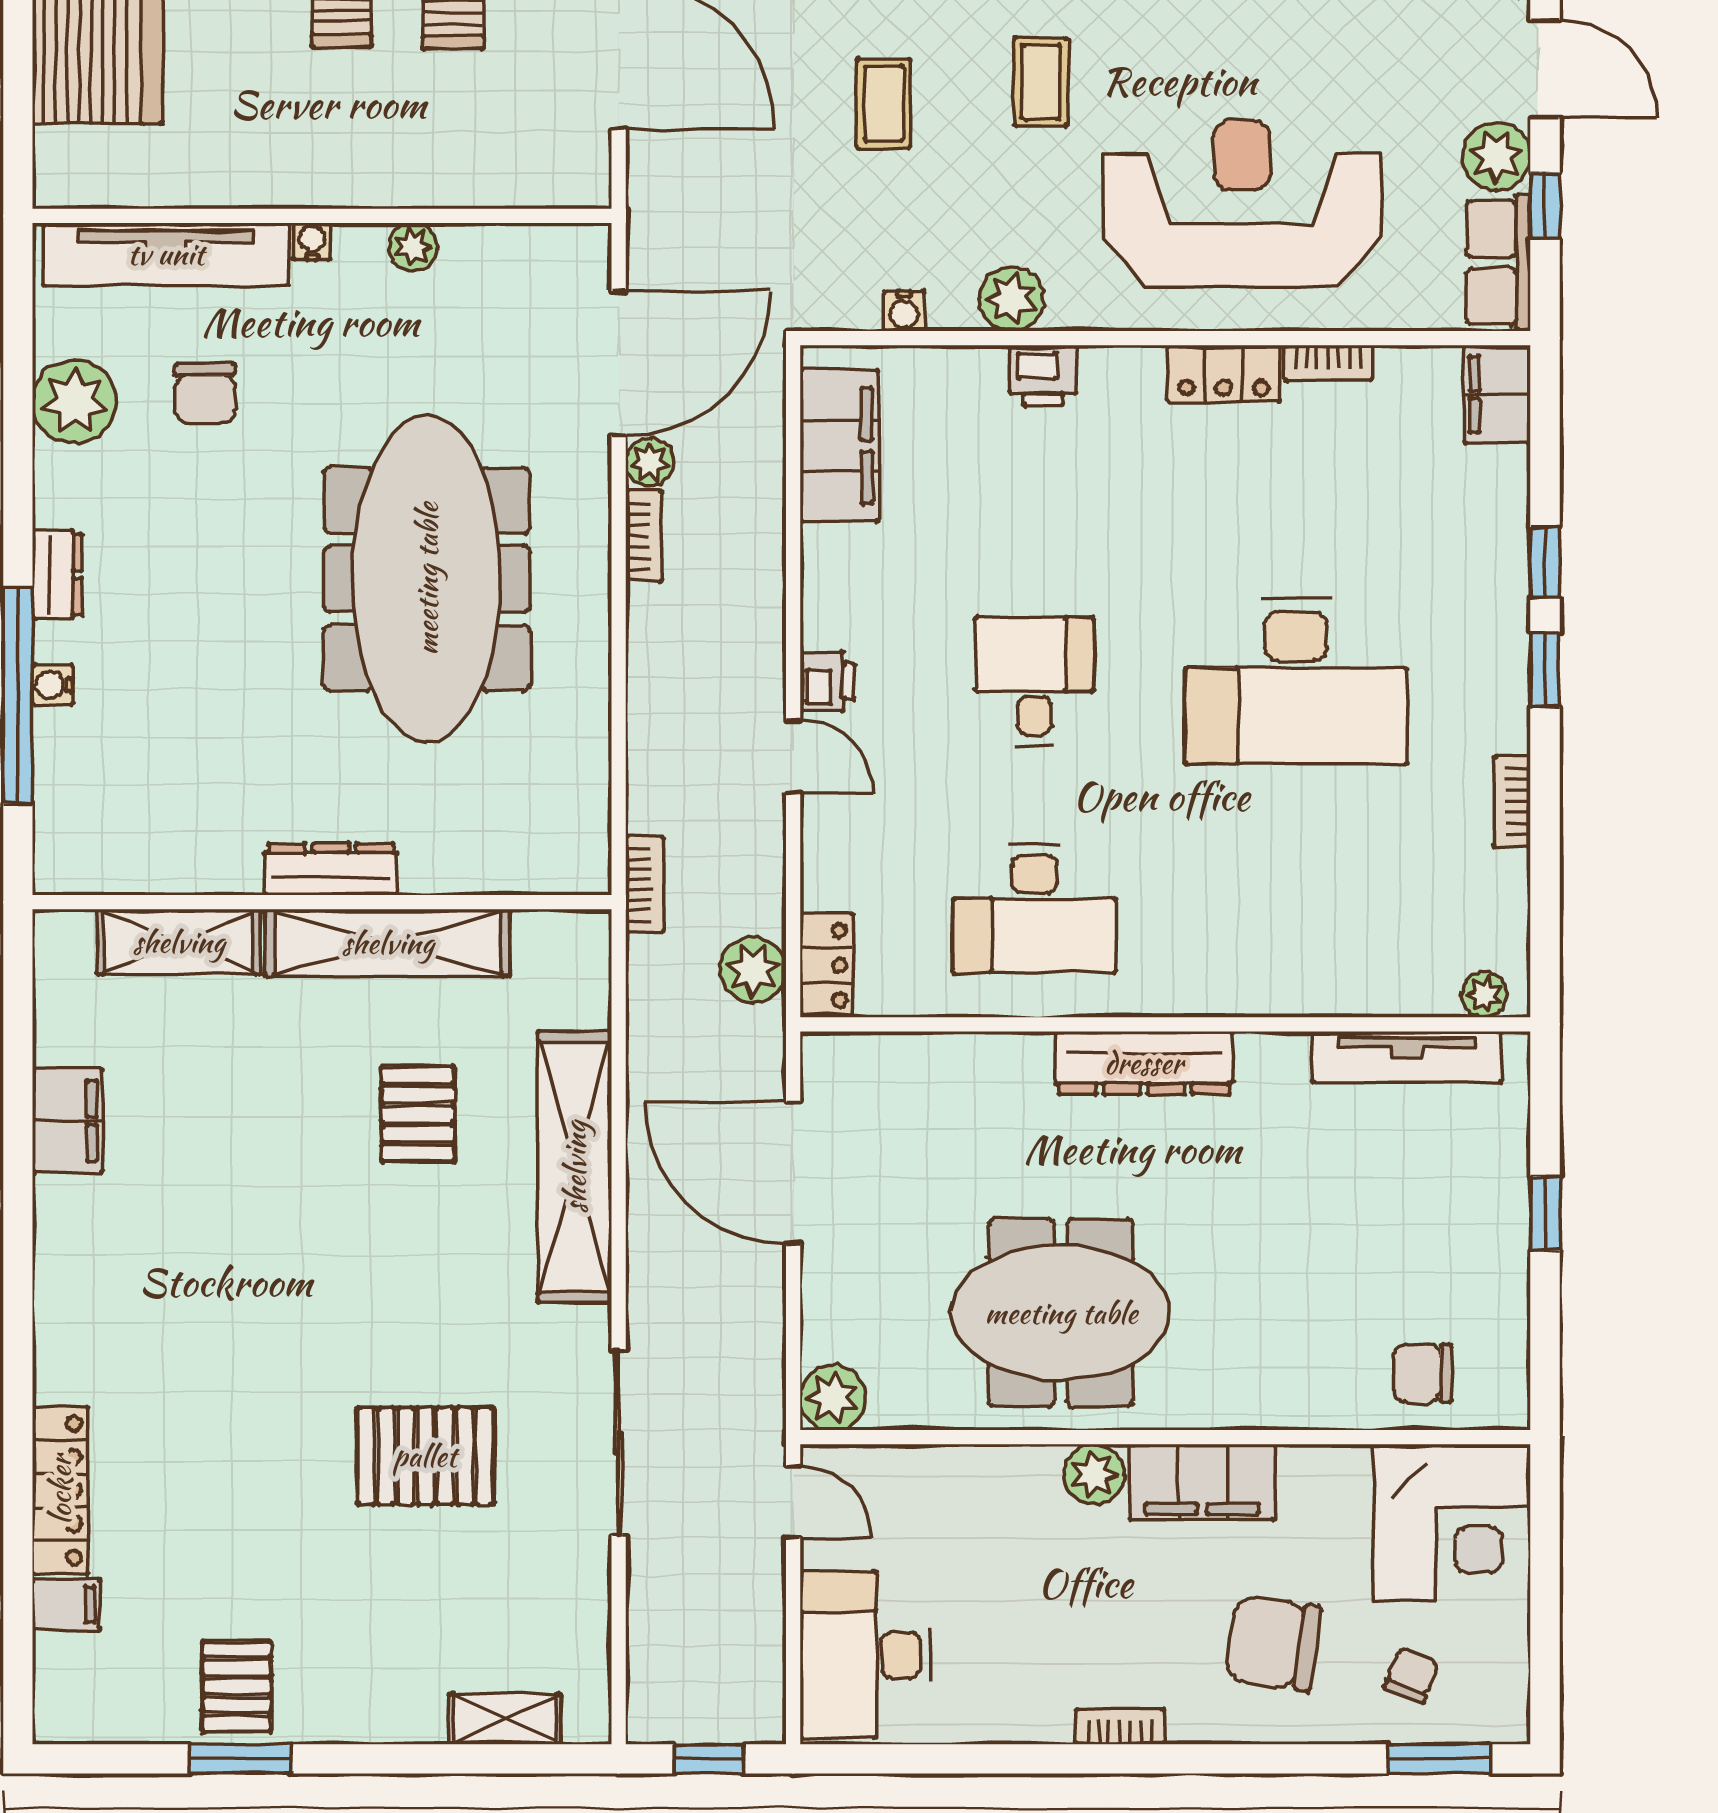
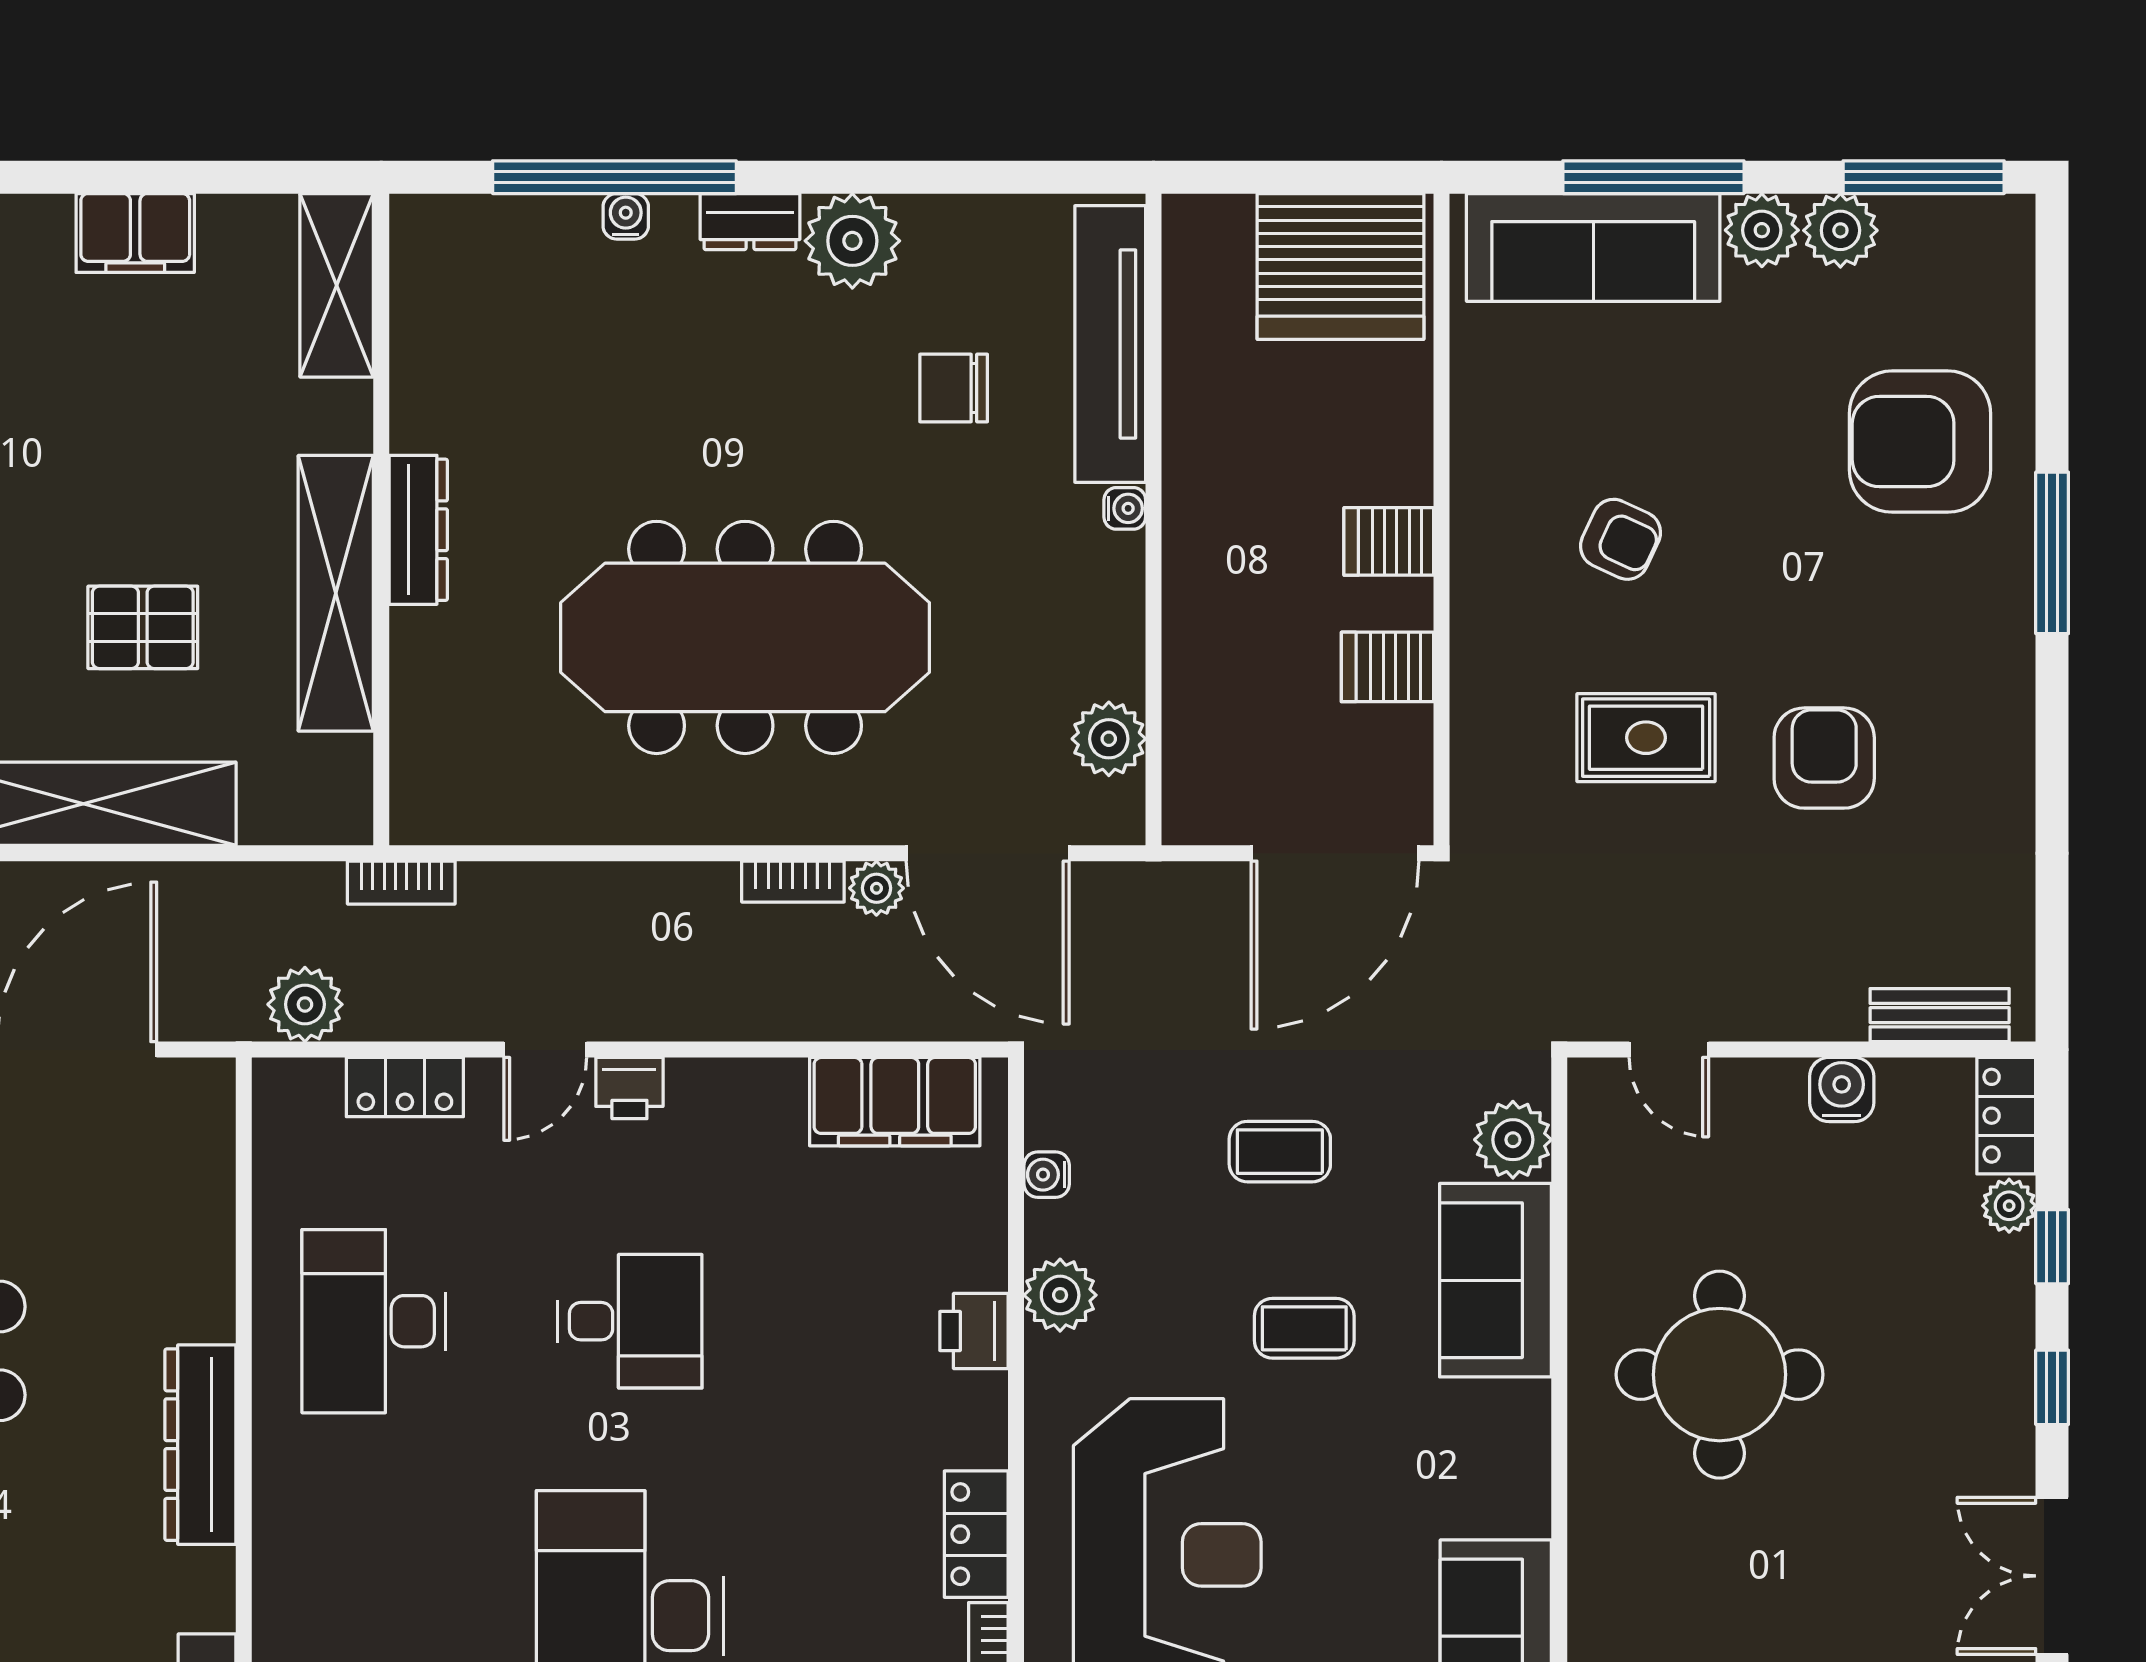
plant: (413, 247) -> (1109, 739), moved, width x1.38, depth x1.38
plant: (74, 402) -> (852, 241), moved
shelving: (179, 942) -> (337, 285), moved
locker: (826, 965) -> (405, 1087), moved

